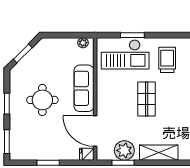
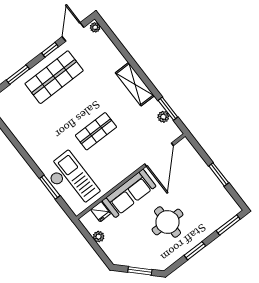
plant: (83, 43) -> (99, 237), moved
trolley: (167, 60) -> (48, 140), removed
plant: (124, 150) -> (163, 117), width x0.53, depth x0.53
fridge: (87, 154) -> (101, 212), moved

